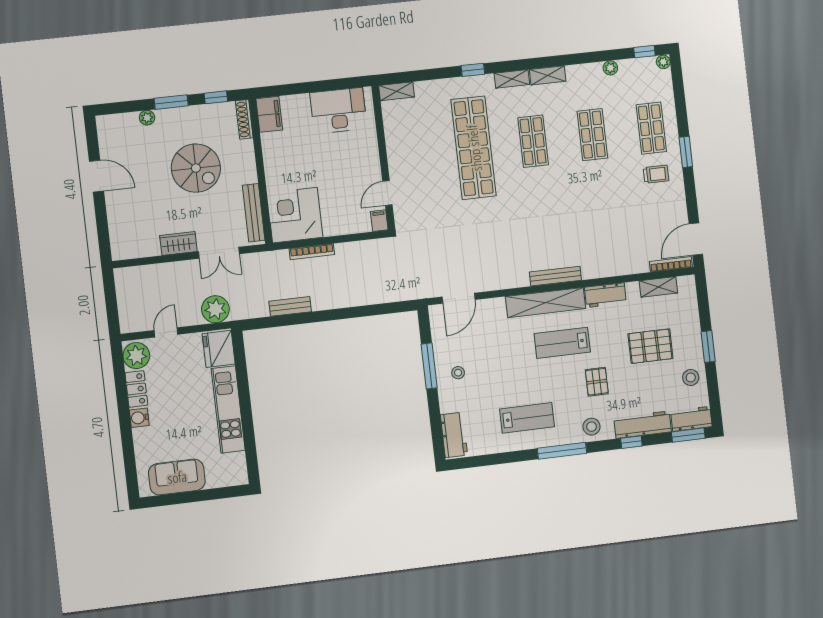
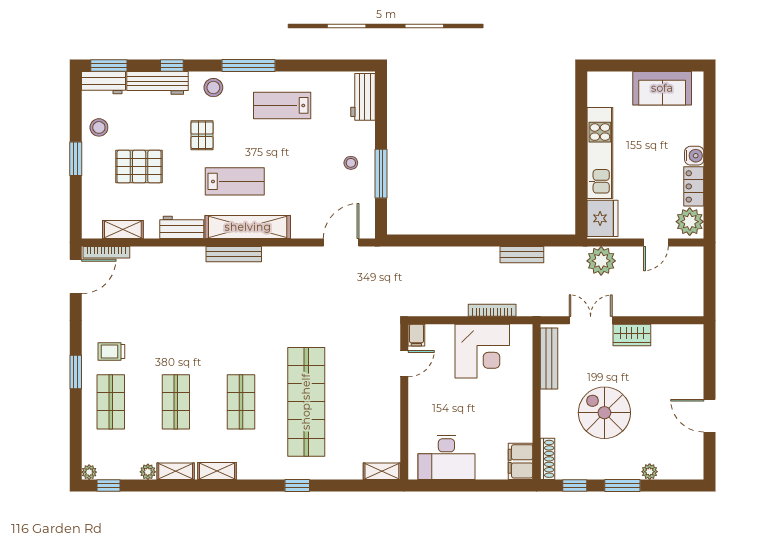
shelving: (512, 79) -> (176, 471), moved
corner desk: (295, 215) -> (482, 351), moved

